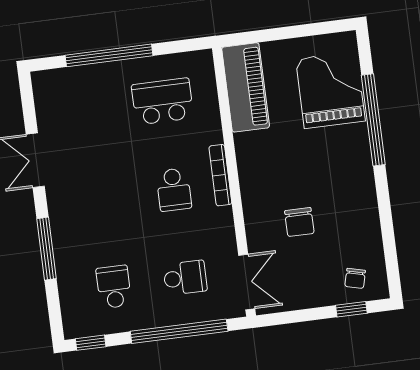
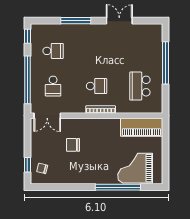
grand piano: (330, 90) -> (135, 168), turned 180
school desk: (162, 101) -> (140, 86), turned 180
school desk: (174, 190) -> (96, 86), turned 180

